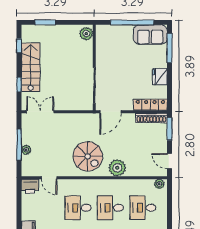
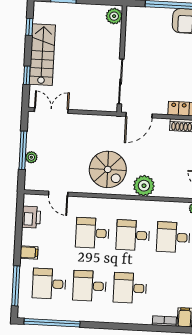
printer: (30, 186) -> (31, 217), moved, turned -90

